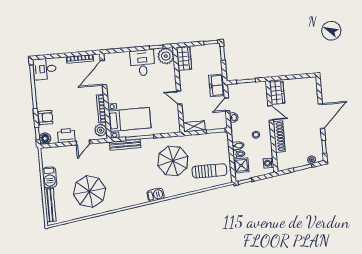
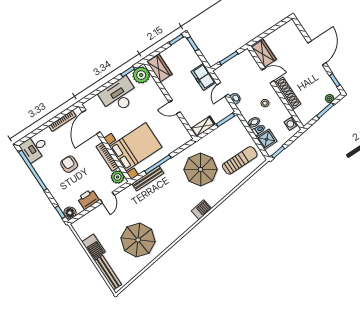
desk: (142, 63) -> (119, 96), width x1.37
armchair: (45, 117) -> (69, 164), moved, turned -90
bed with nightstands: (130, 119) -> (136, 147), width x1.36

